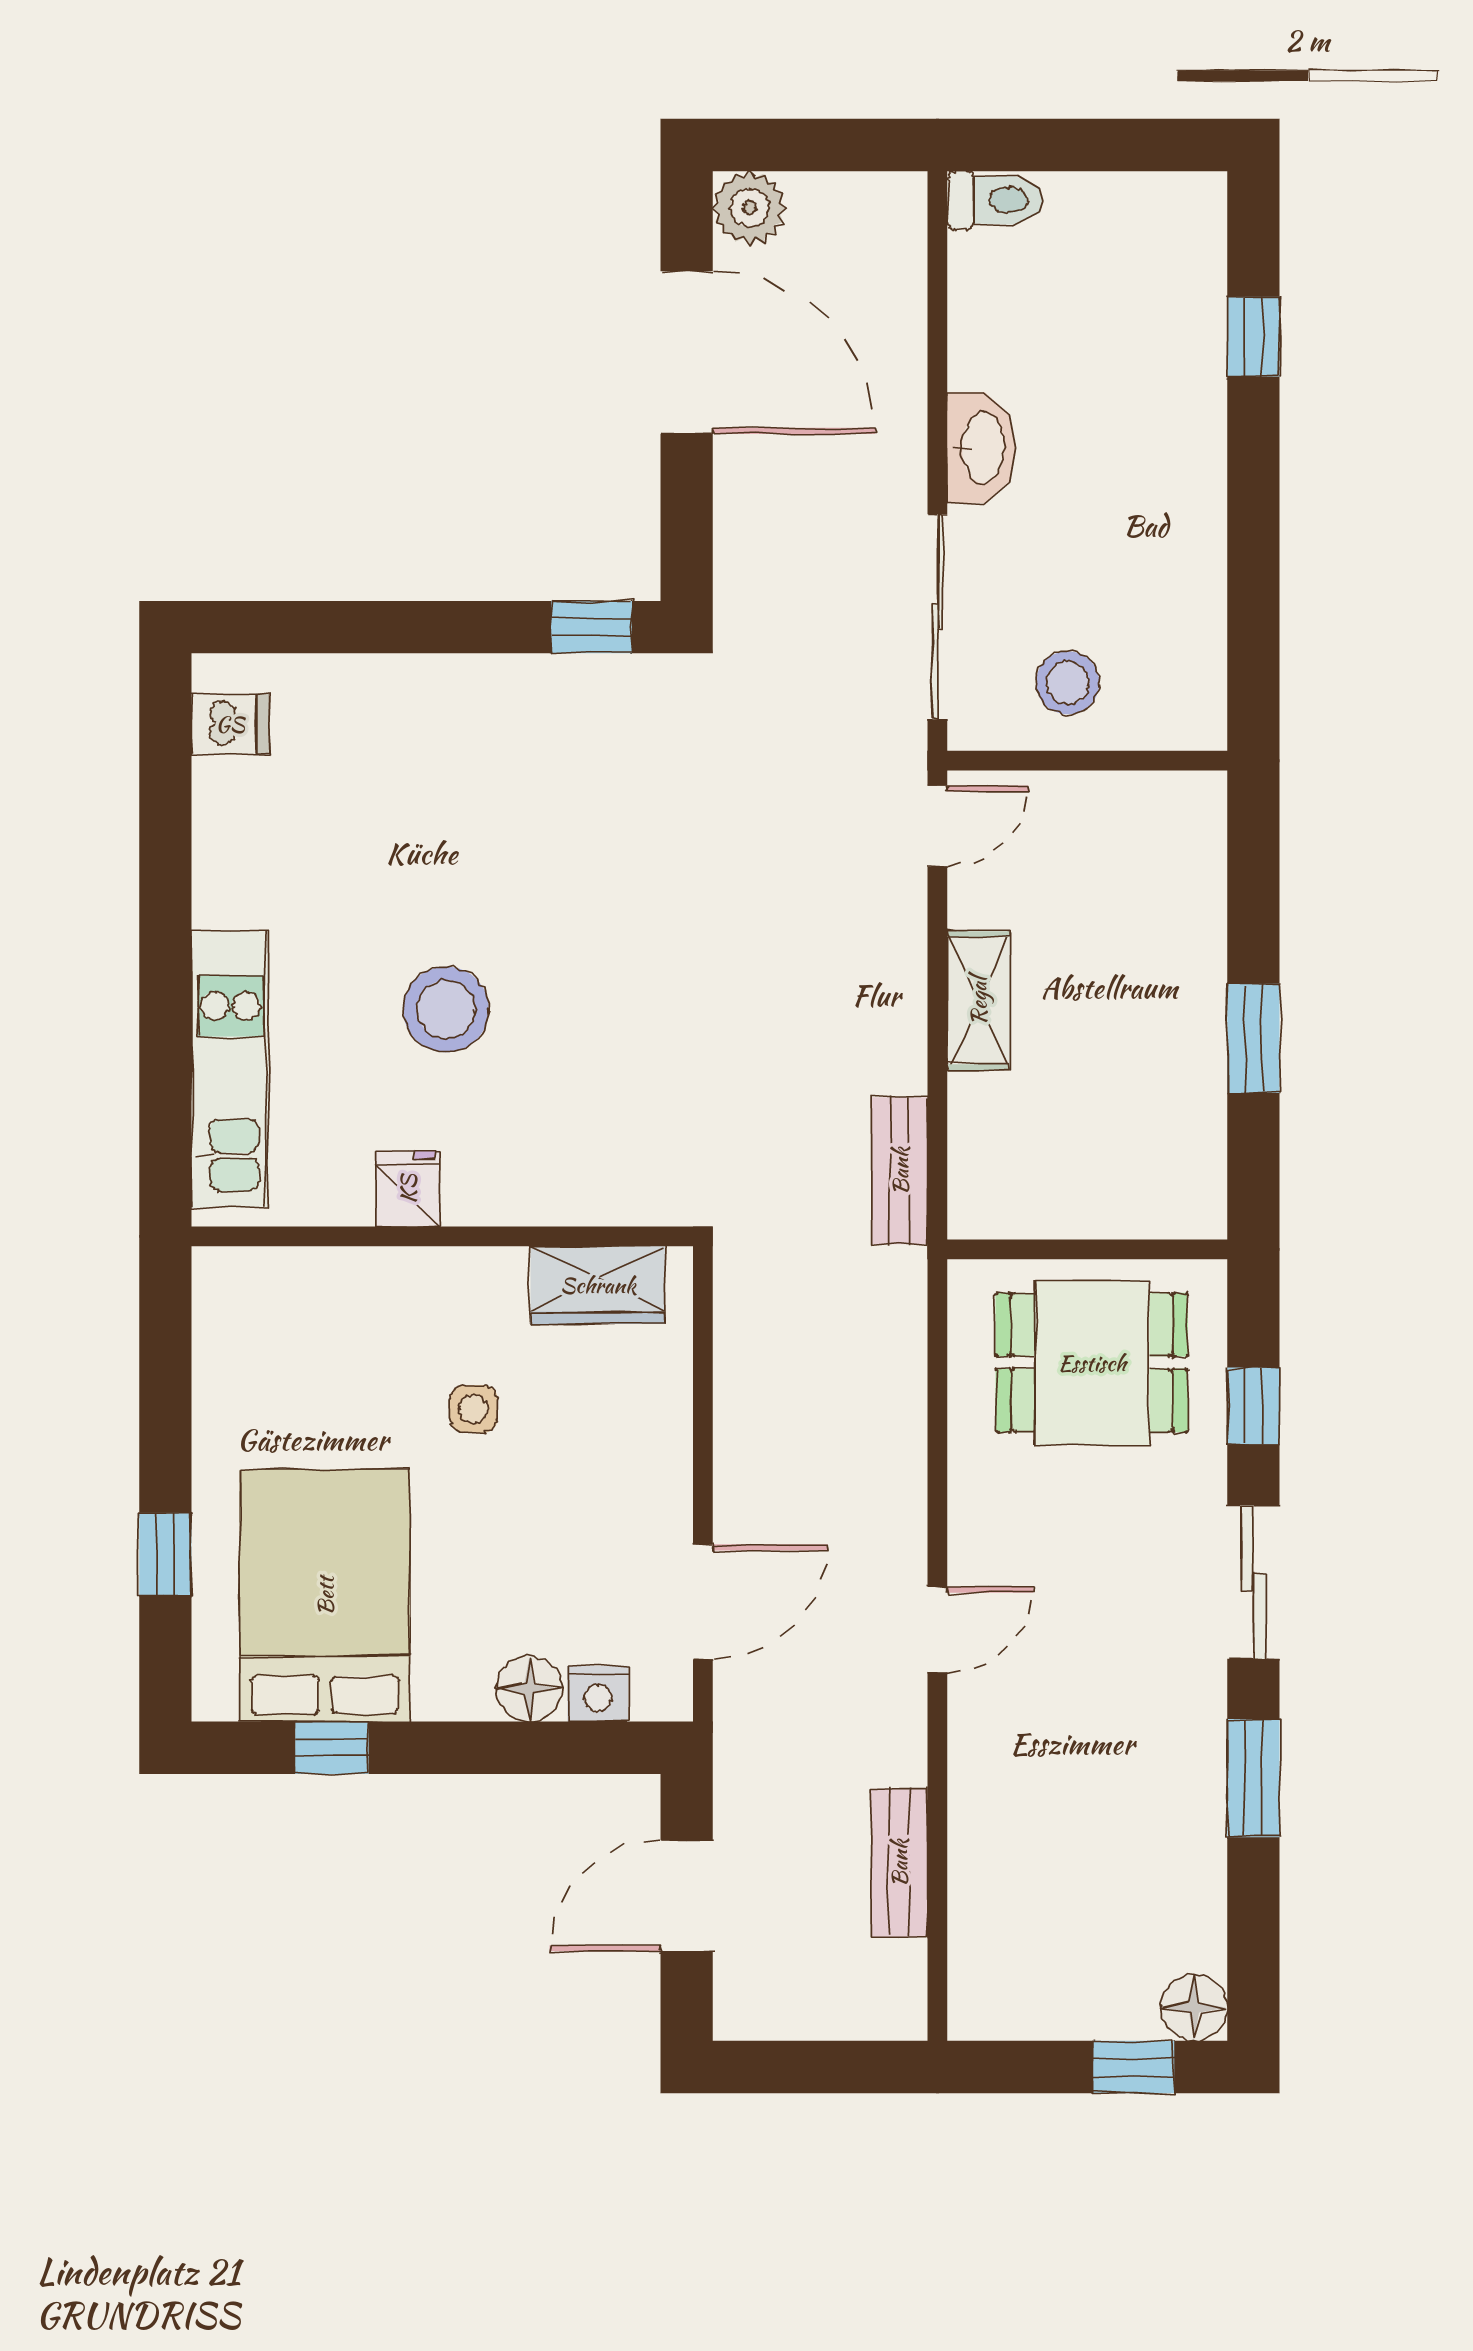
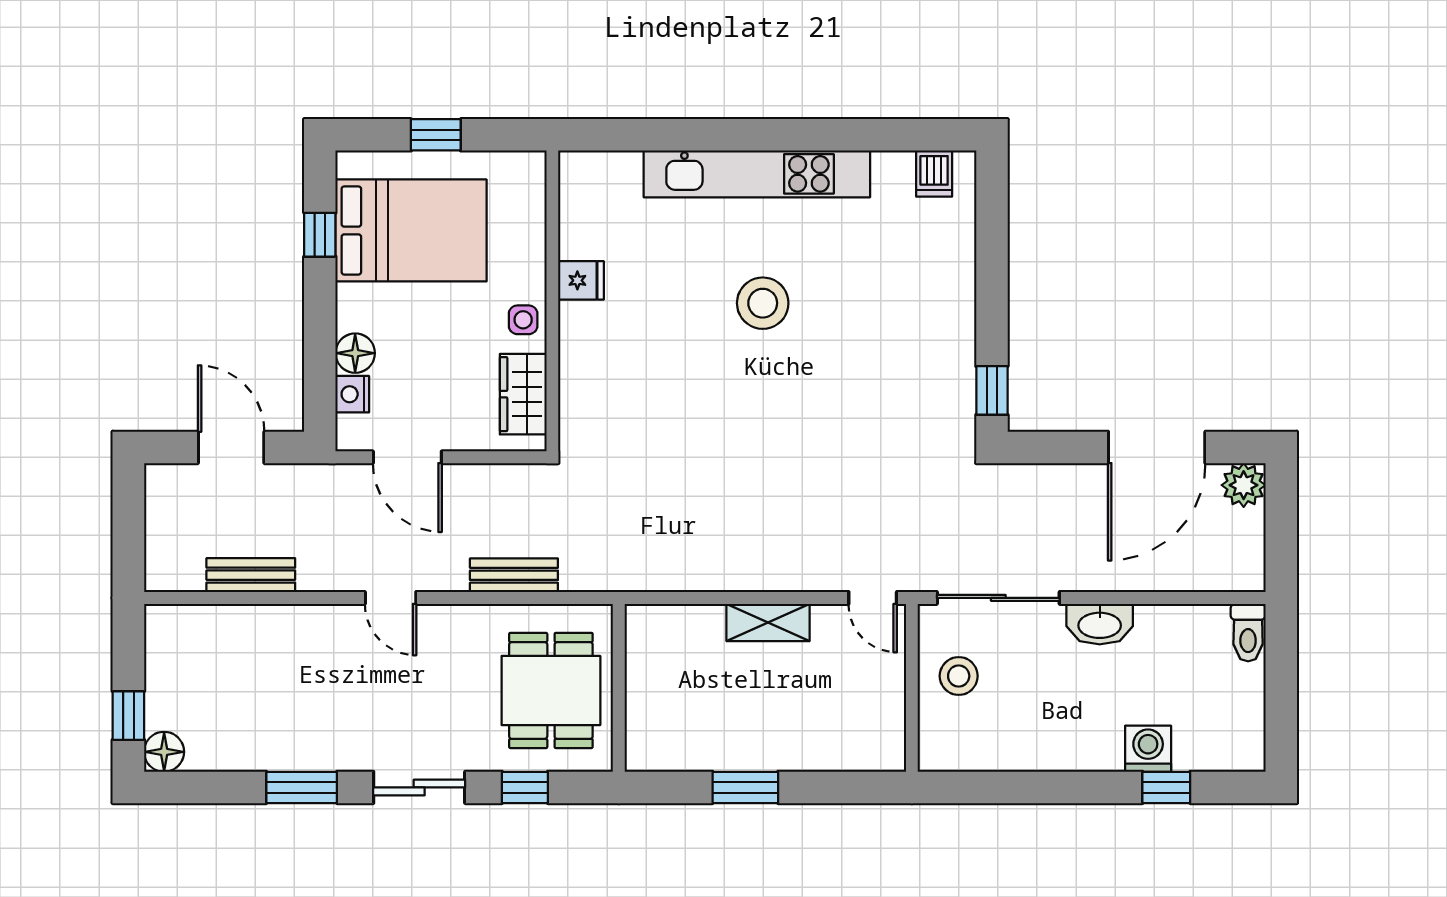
washing machine: (1189, 367) -> (1148, 749), added
kitchen unit: (230, 1070) -> (757, 174), width x1.36
bench: (900, 1171) -> (514, 575), moved
fridge: (408, 1189) -> (581, 280), moved
wall: (442, 1236) -> (552, 301), moved
wardrobe: (598, 1285) -> (523, 394), moved

